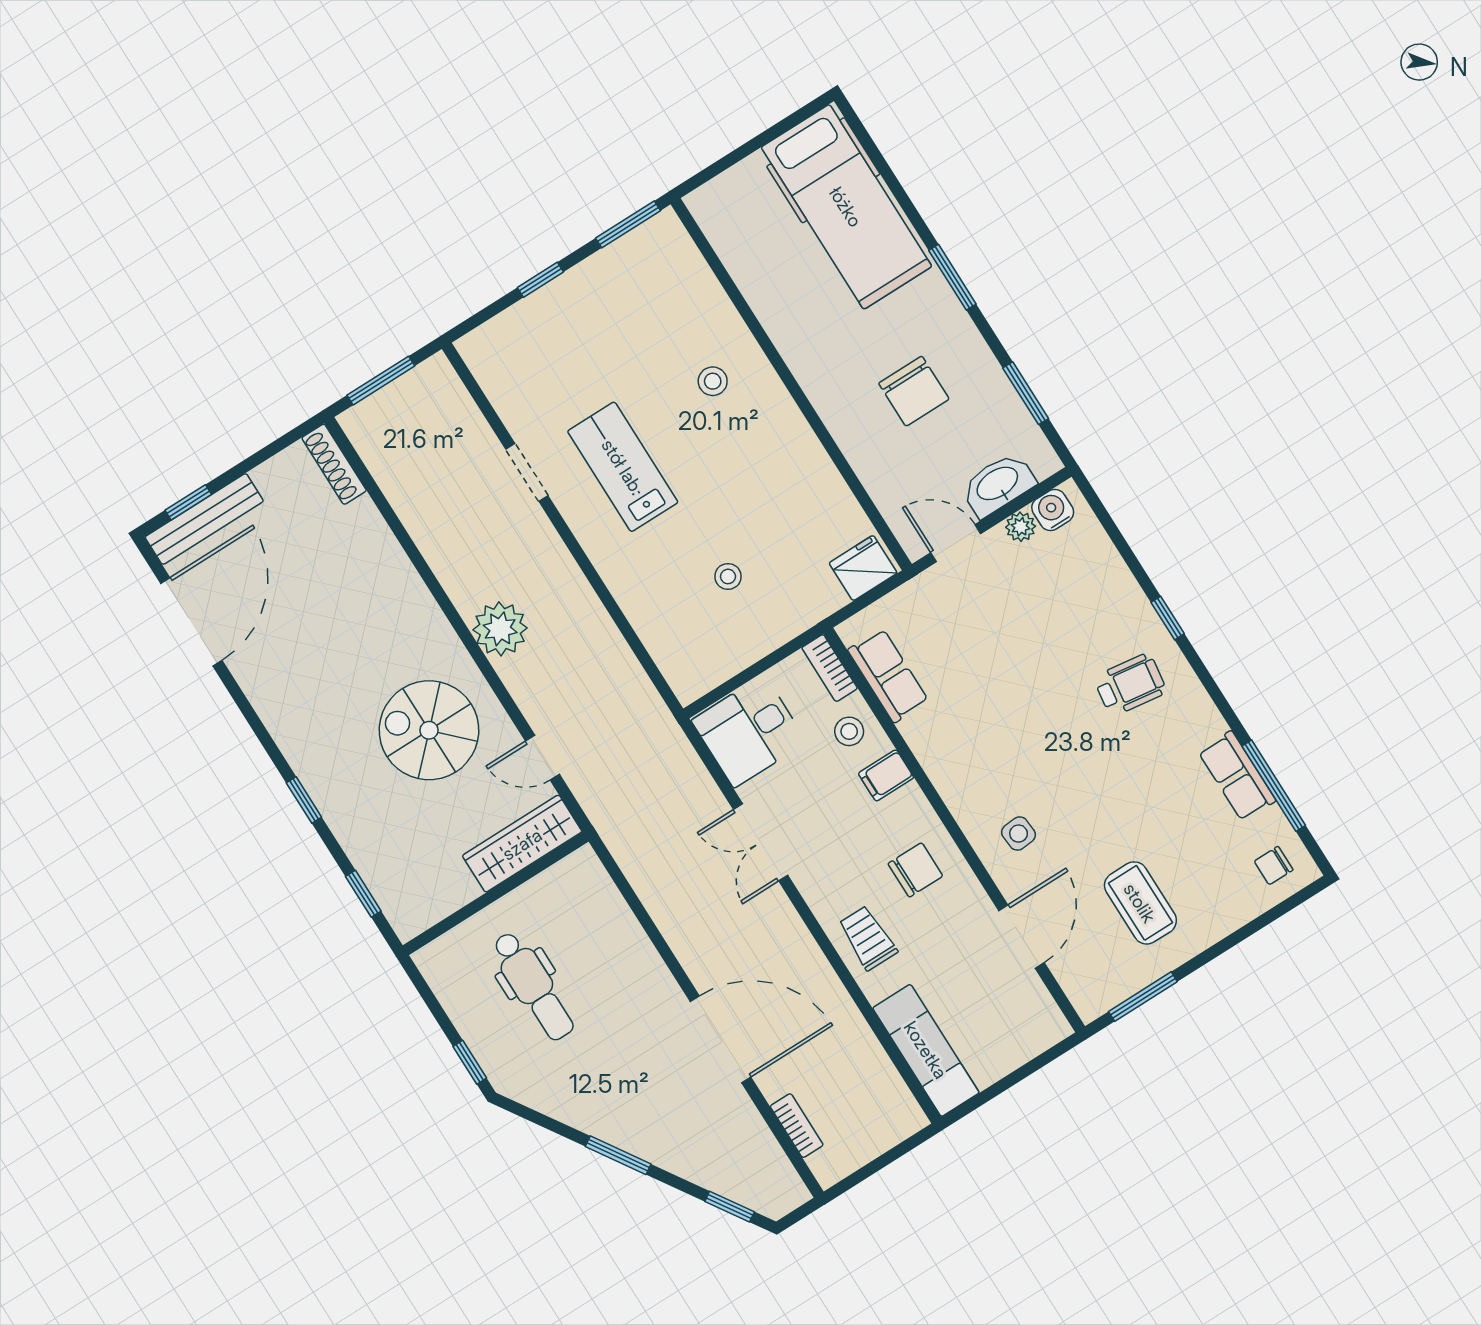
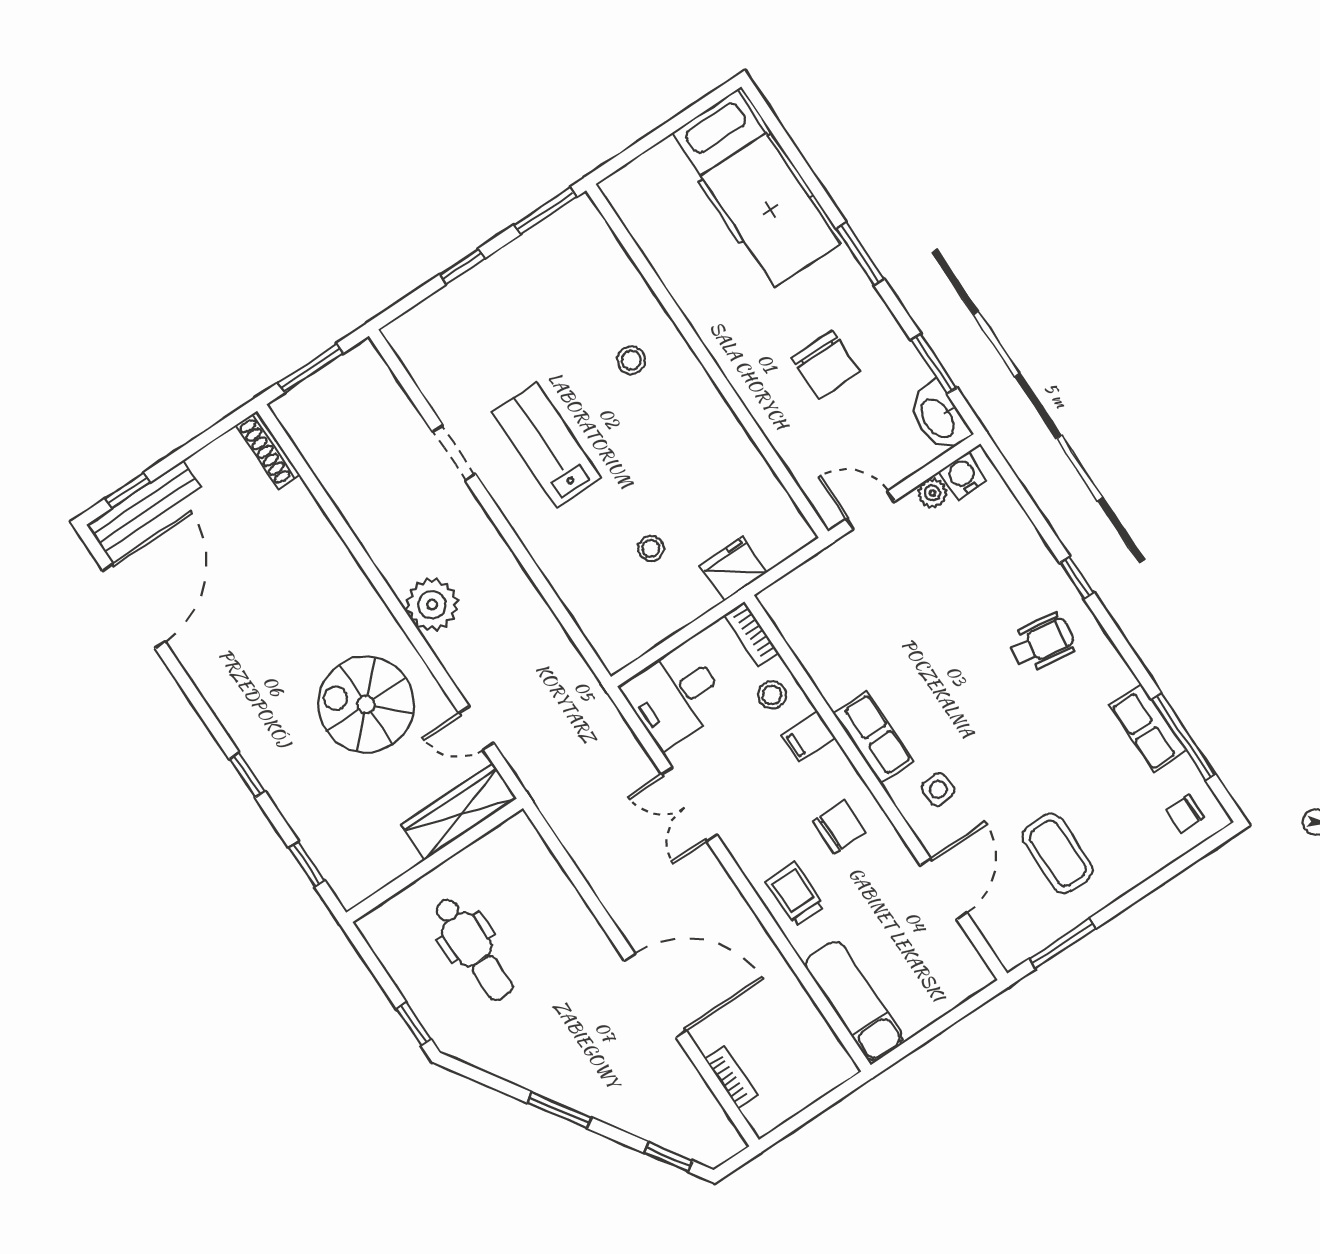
washbasin: (998, 485) -> (939, 418), moved, turned -90
fridge: (863, 568) -> (734, 569), moved
row of seats: (888, 675) -> (873, 737), moved

